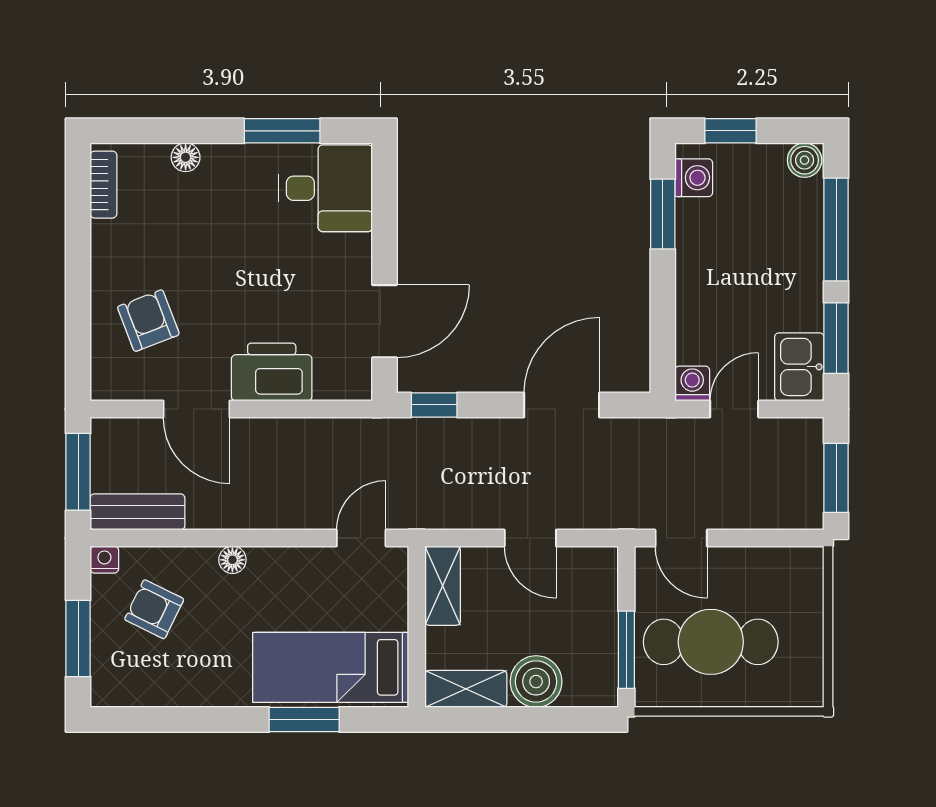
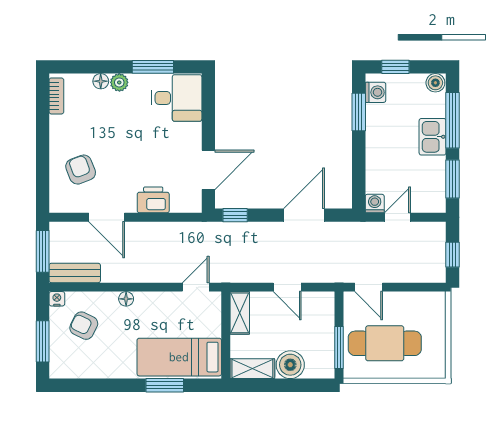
plant: (220, 160) -> (119, 82), added
kitchen sink: (799, 367) -> (433, 137), moved
printer: (272, 372) -> (153, 200), width x0.73, depth x0.84
window: (836, 478) -> (452, 255), width x0.67

